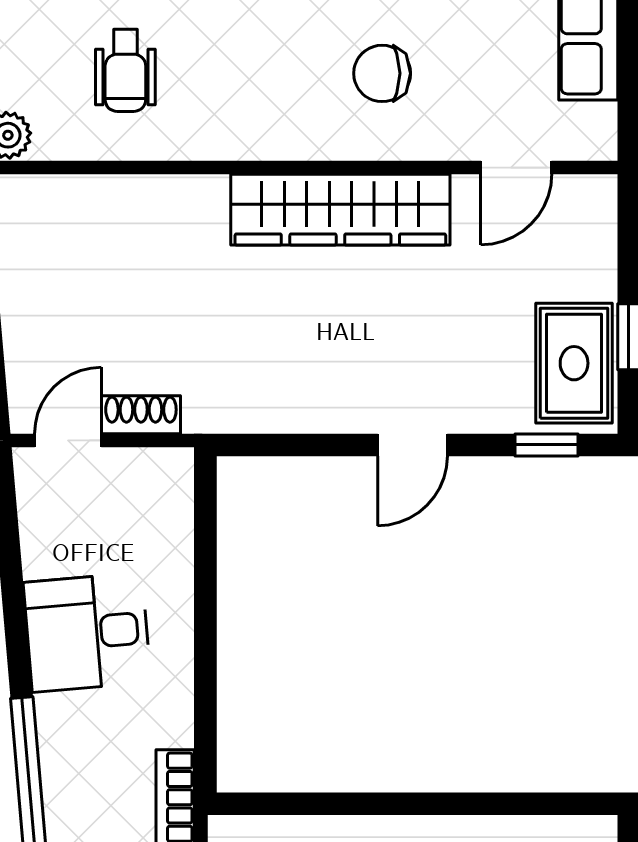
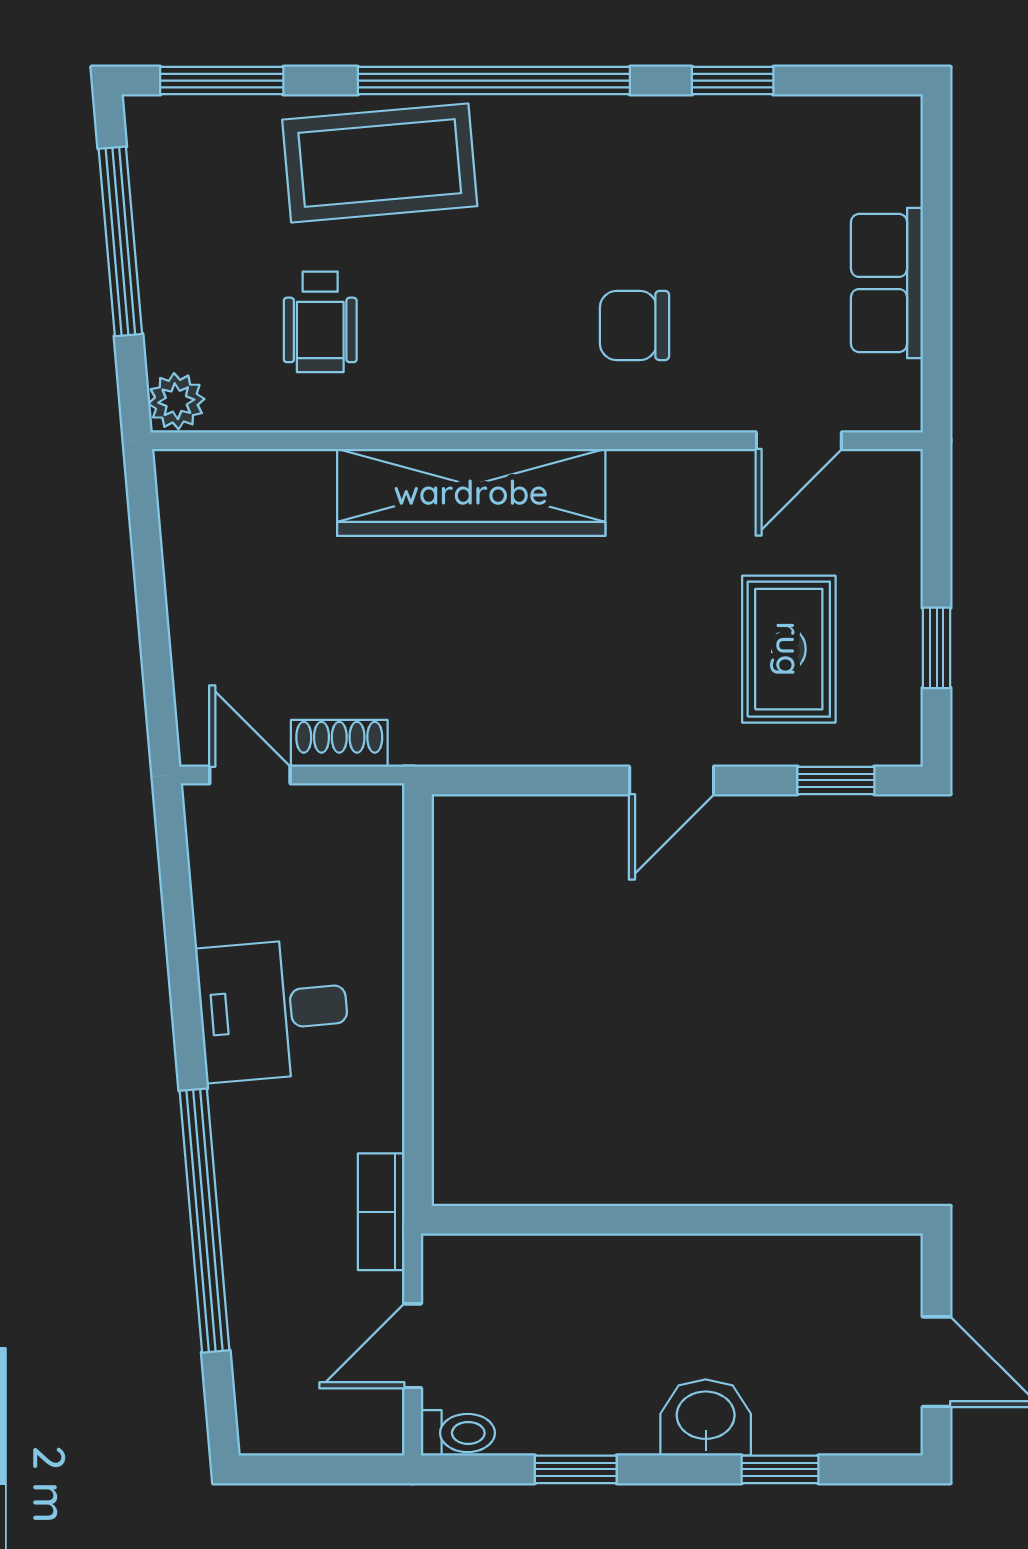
wardrobe: (340, 210) -> (471, 492), moved
rug: (574, 363) -> (789, 649), moved
door: (68, 440) -> (250, 775), hinge flipped

